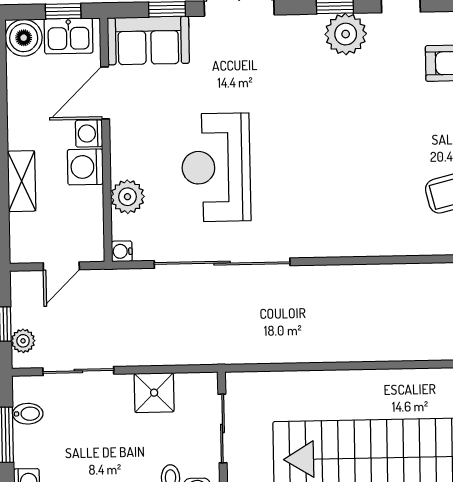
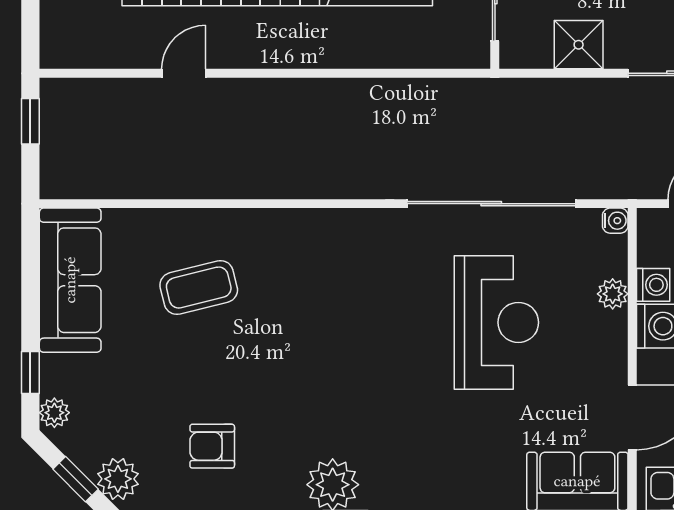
washing machine: (89, 133) -> (653, 285), moved
plant: (127, 197) -> (613, 294), width x0.73, depth x0.73

